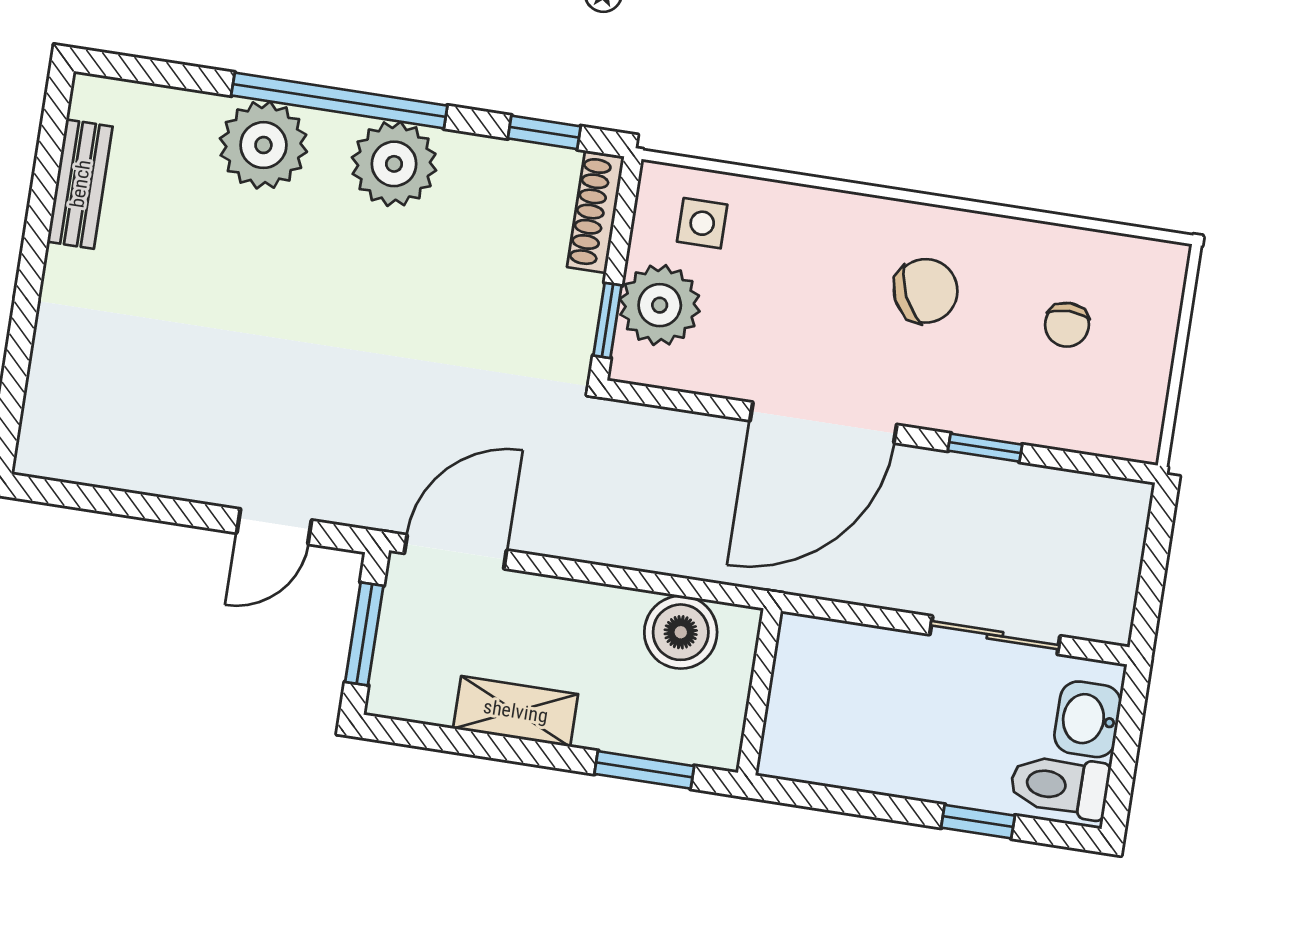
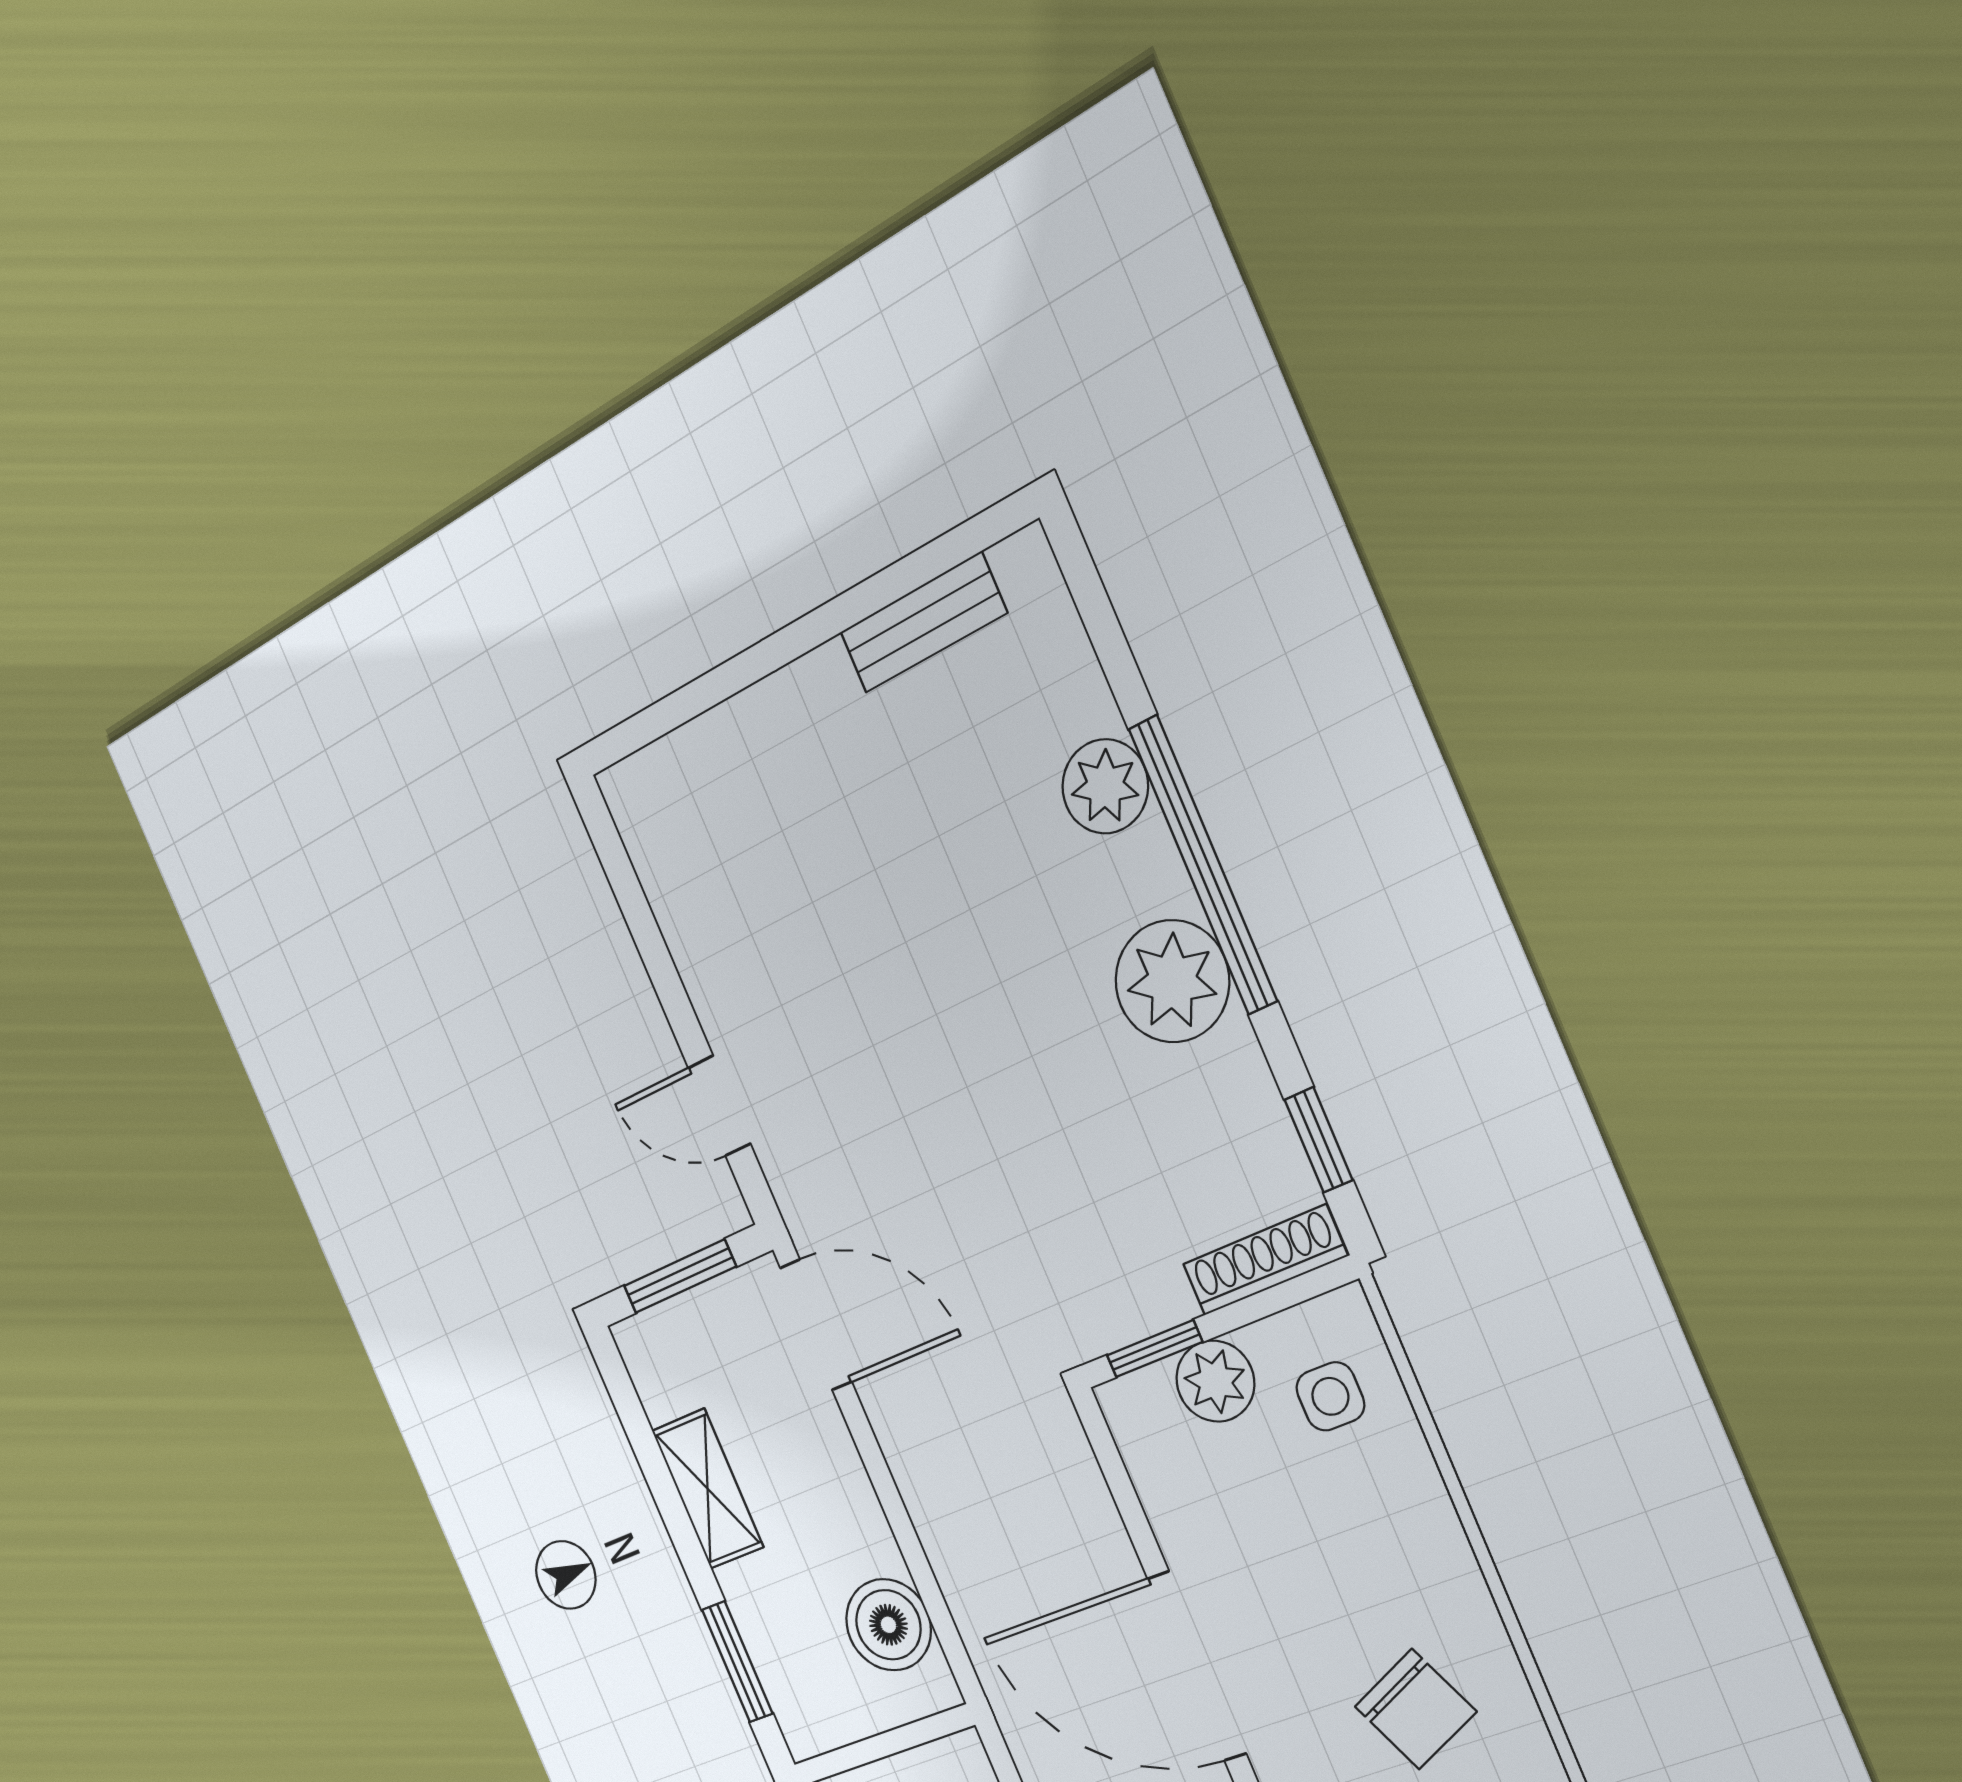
plant: (263, 145) -> (1105, 786), width x0.73, depth x0.73
plant: (660, 305) -> (1215, 1381), width x0.73, depth x0.73

